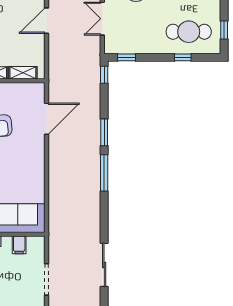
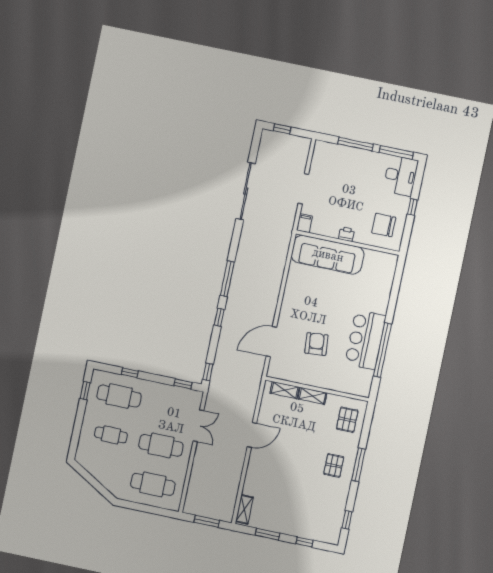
window: (104, 132) -> (219, 317), width x0.67
filing cabinet: (19, 245) -> (304, 223), moved
sliding door: (104, 265) -> (246, 191), width x1.36

